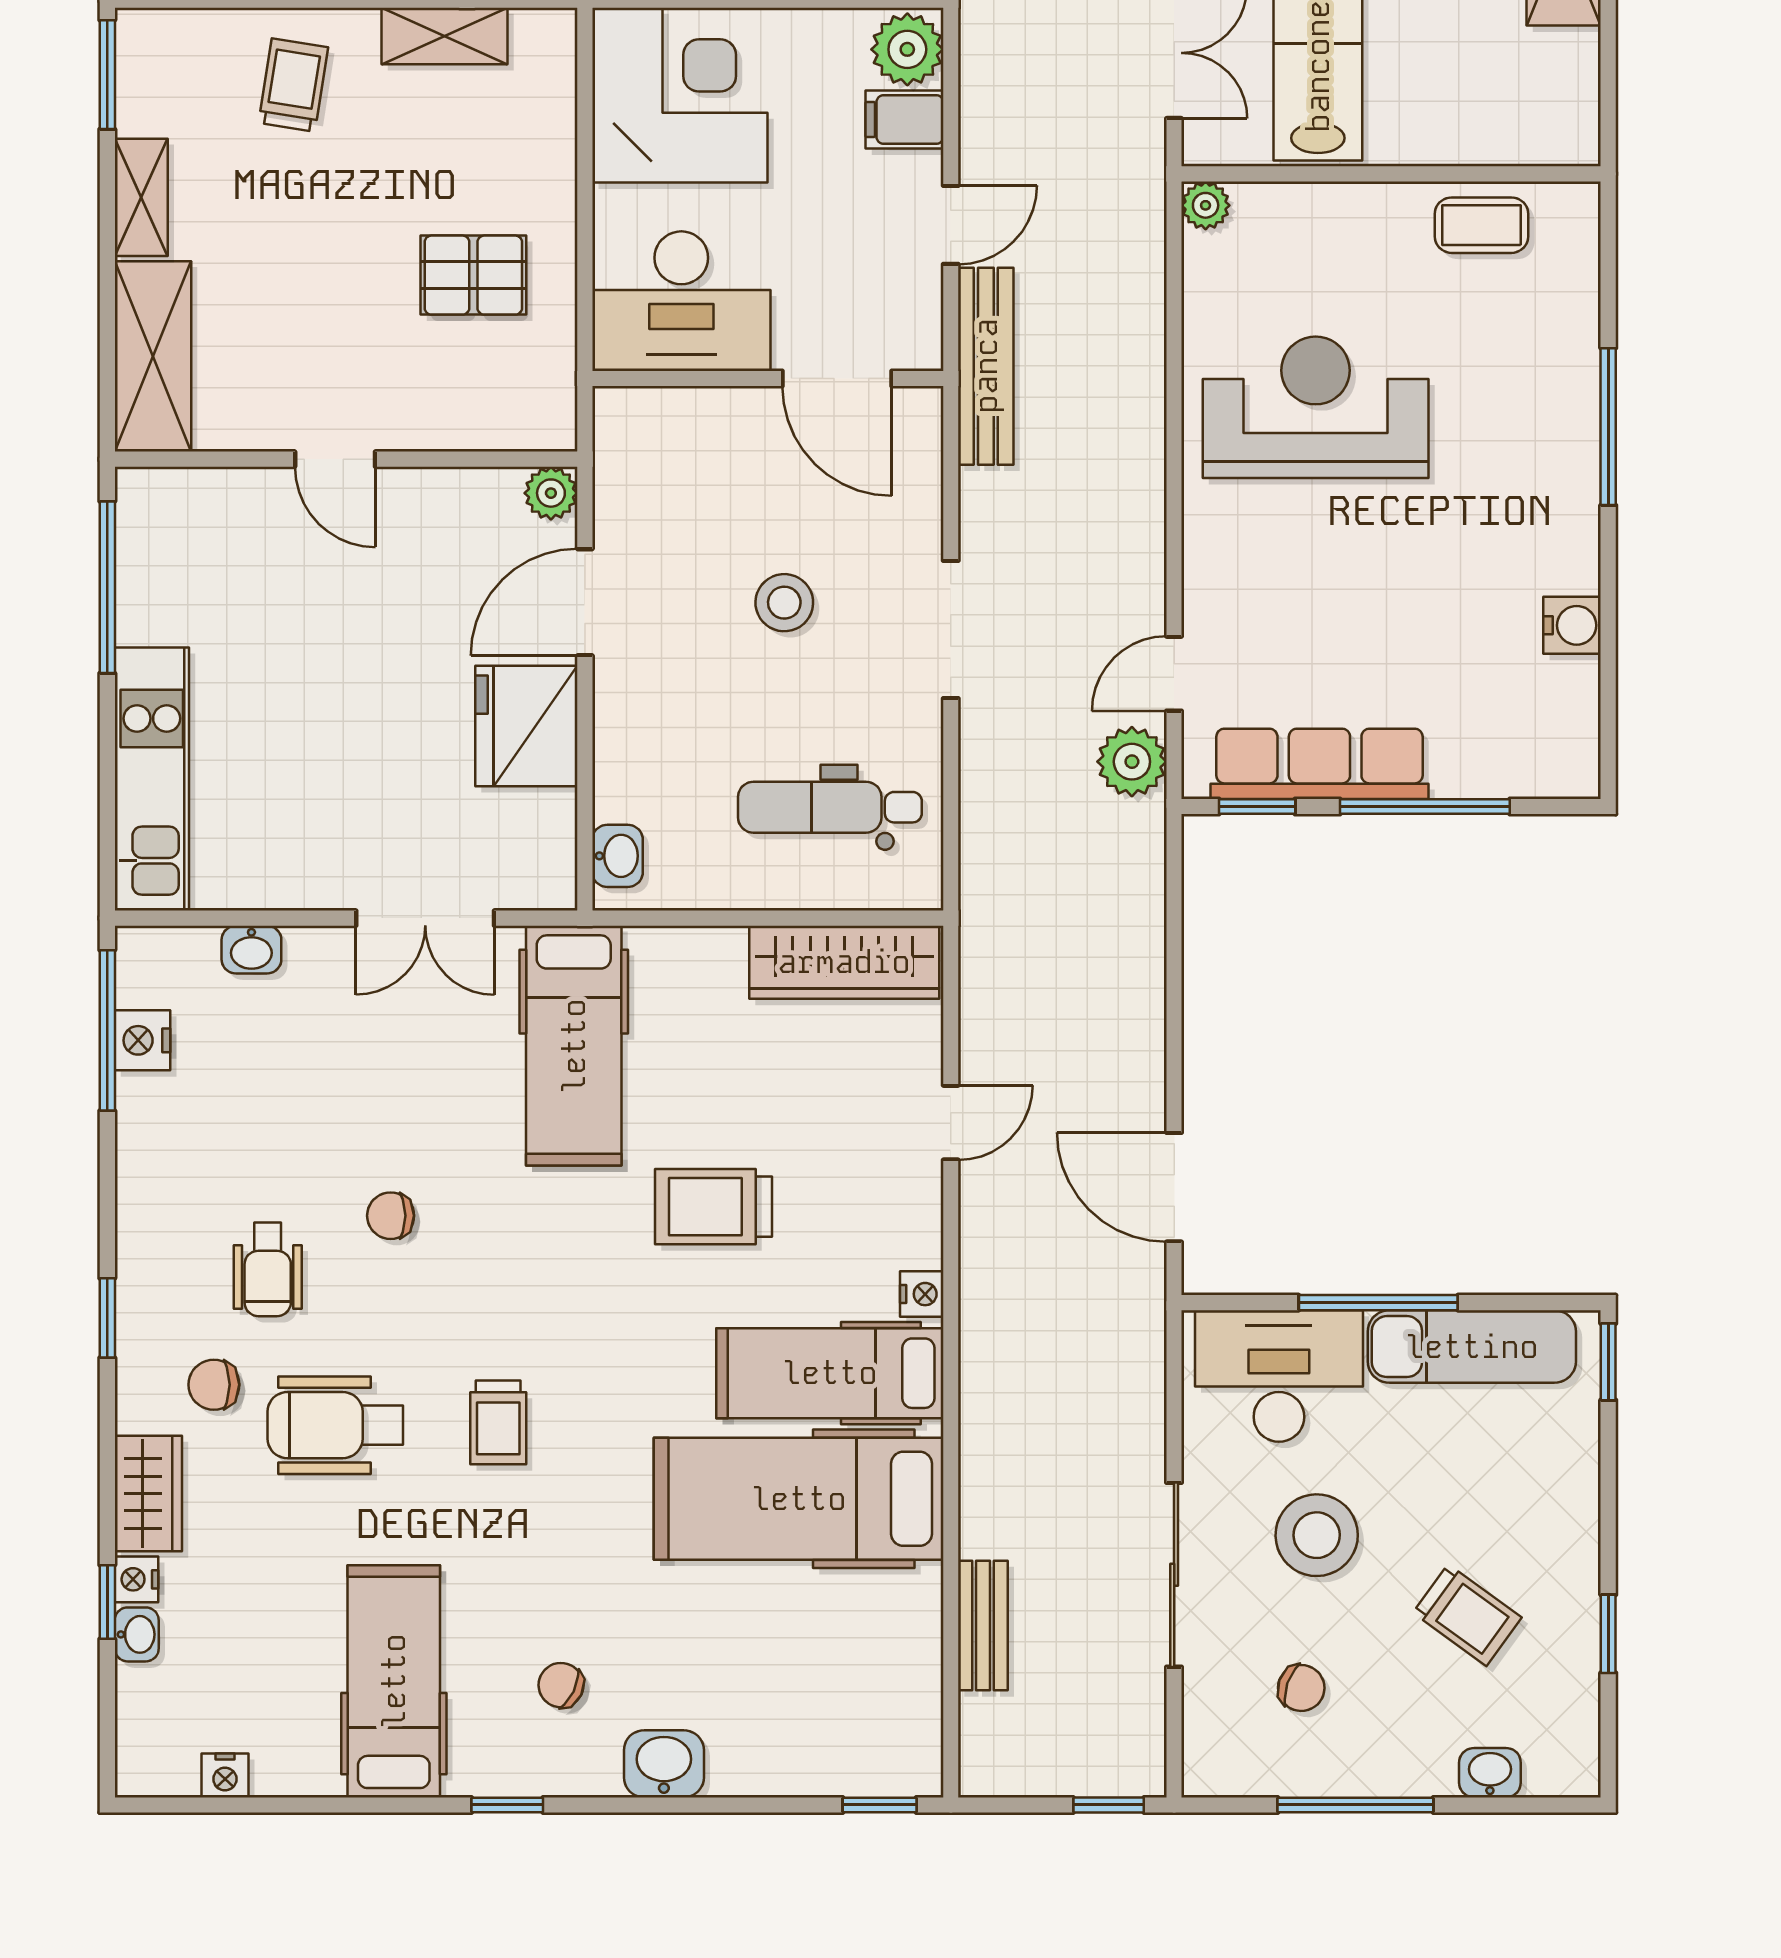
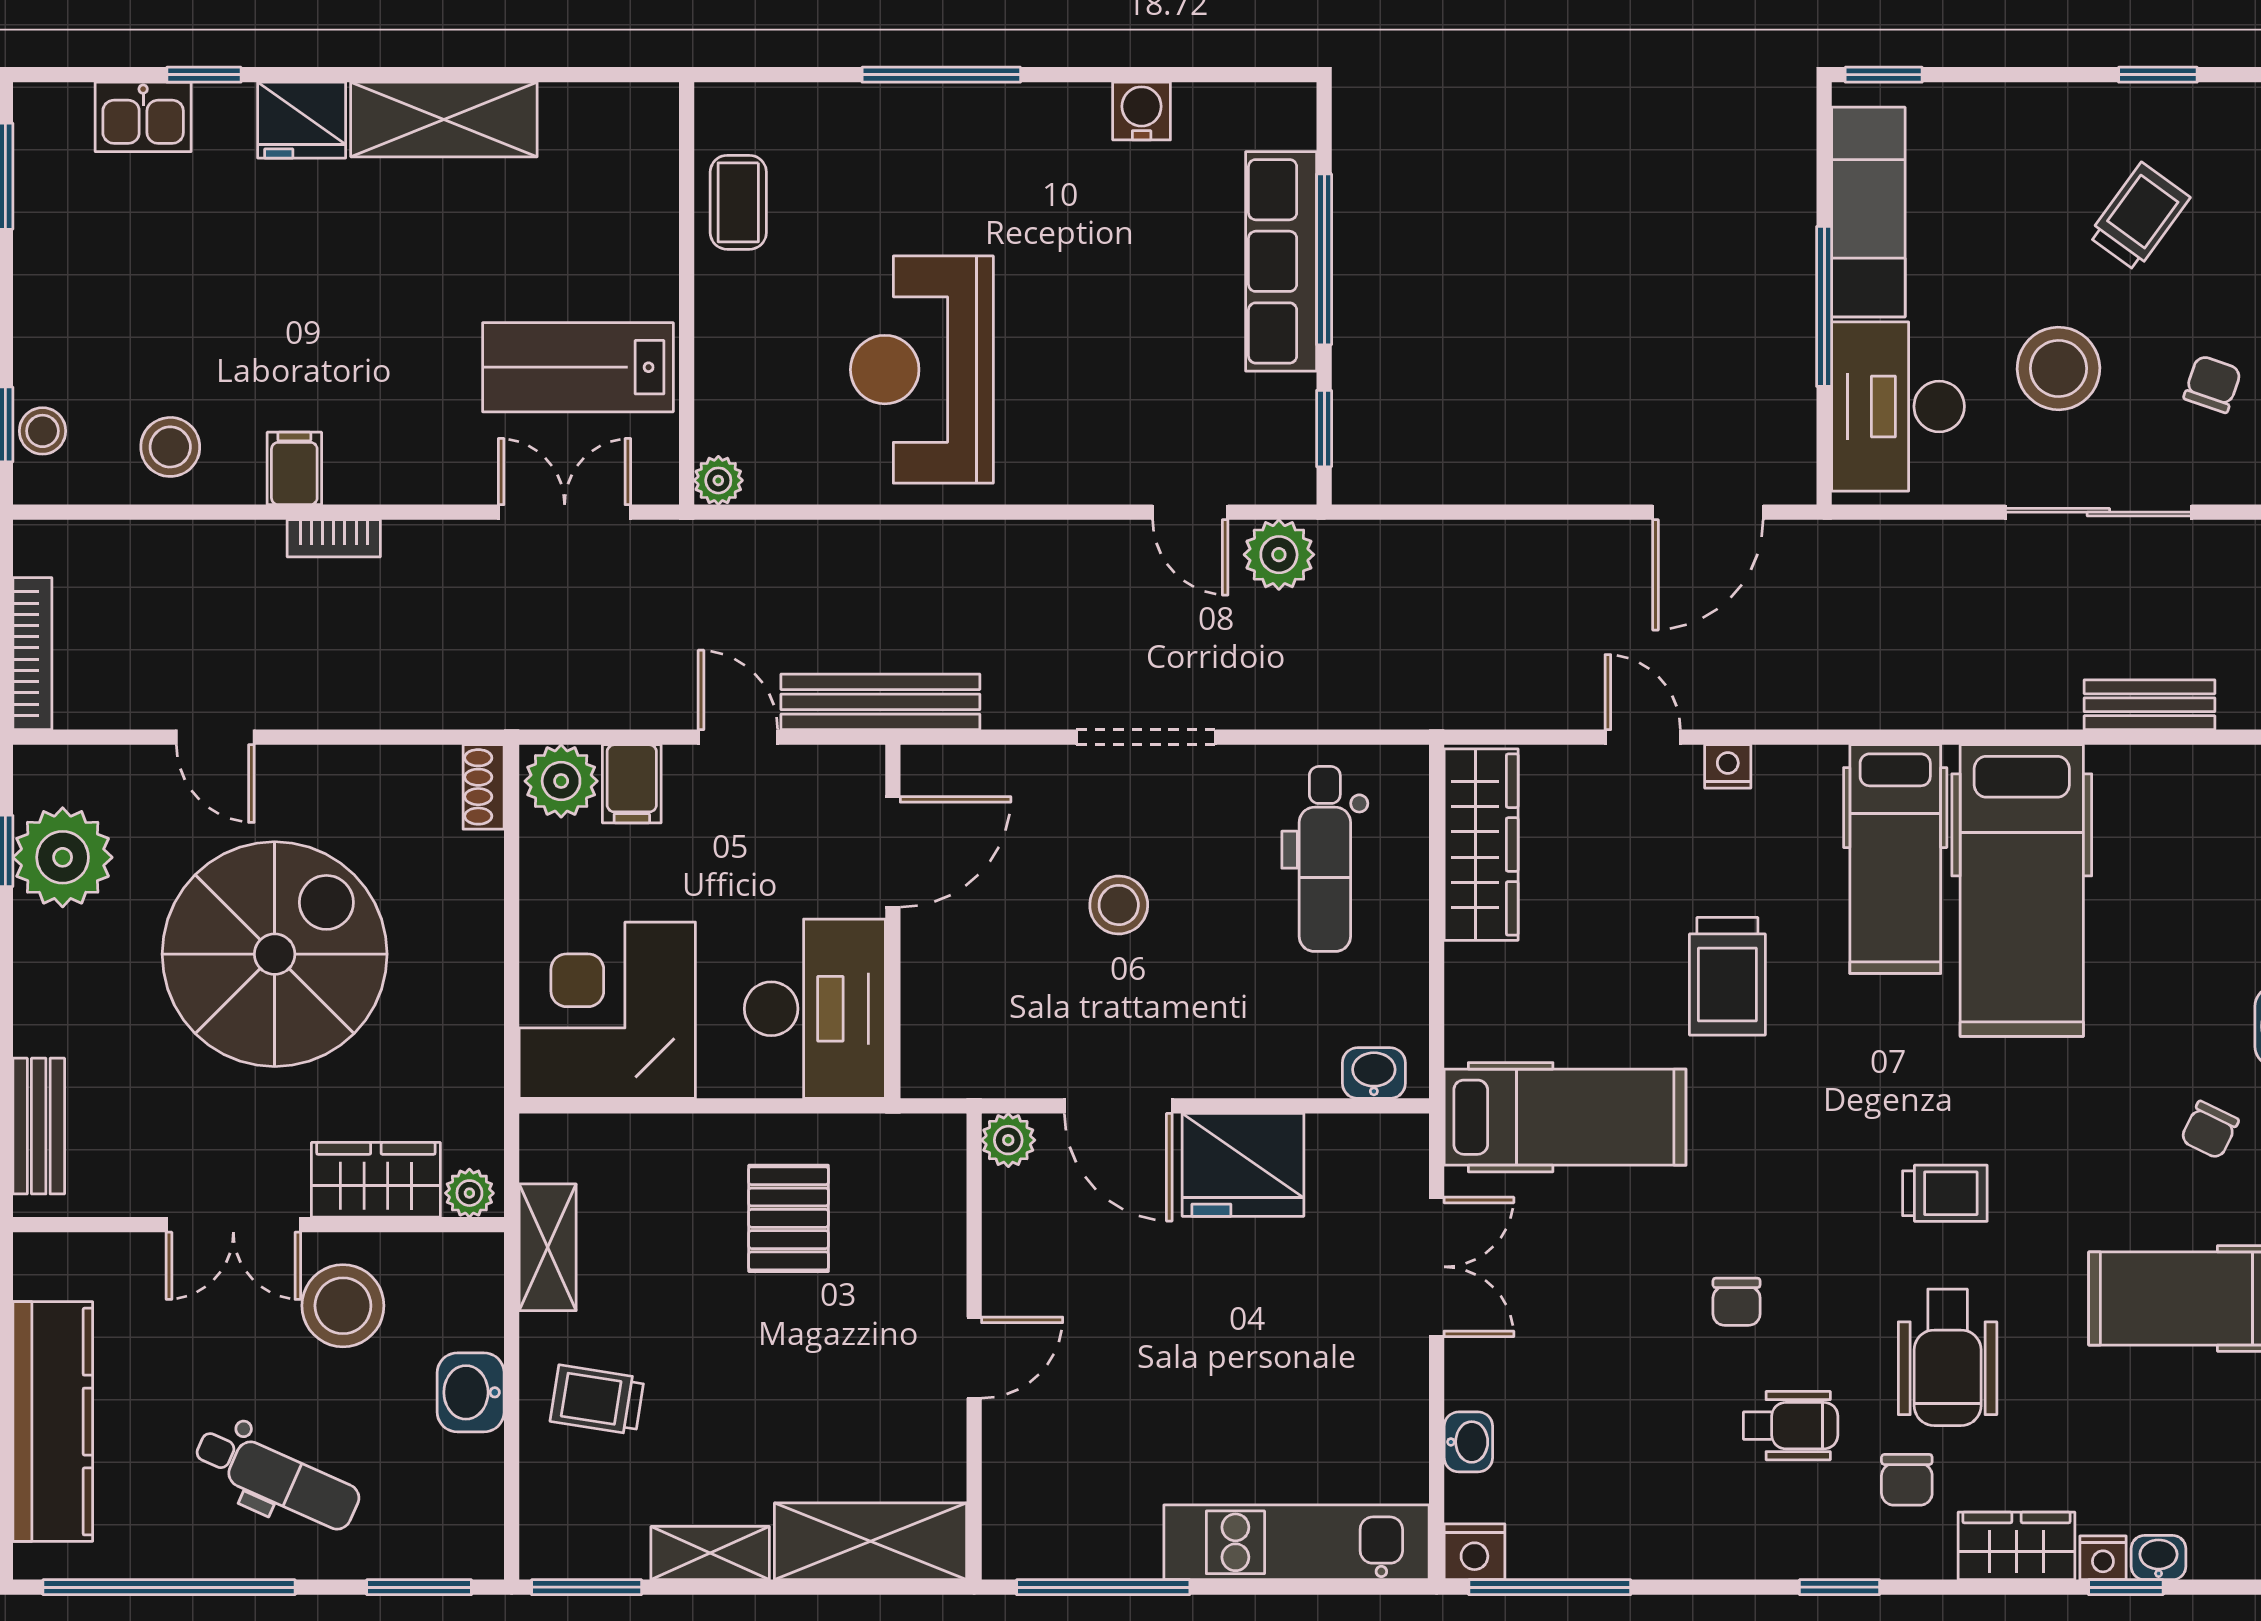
row of seats: (1319, 764) -> (1281, 261), moved
nightstand: (142, 1040) -> (1474, 1552), moved
nightstand: (922, 1294) -> (1728, 766), moved

